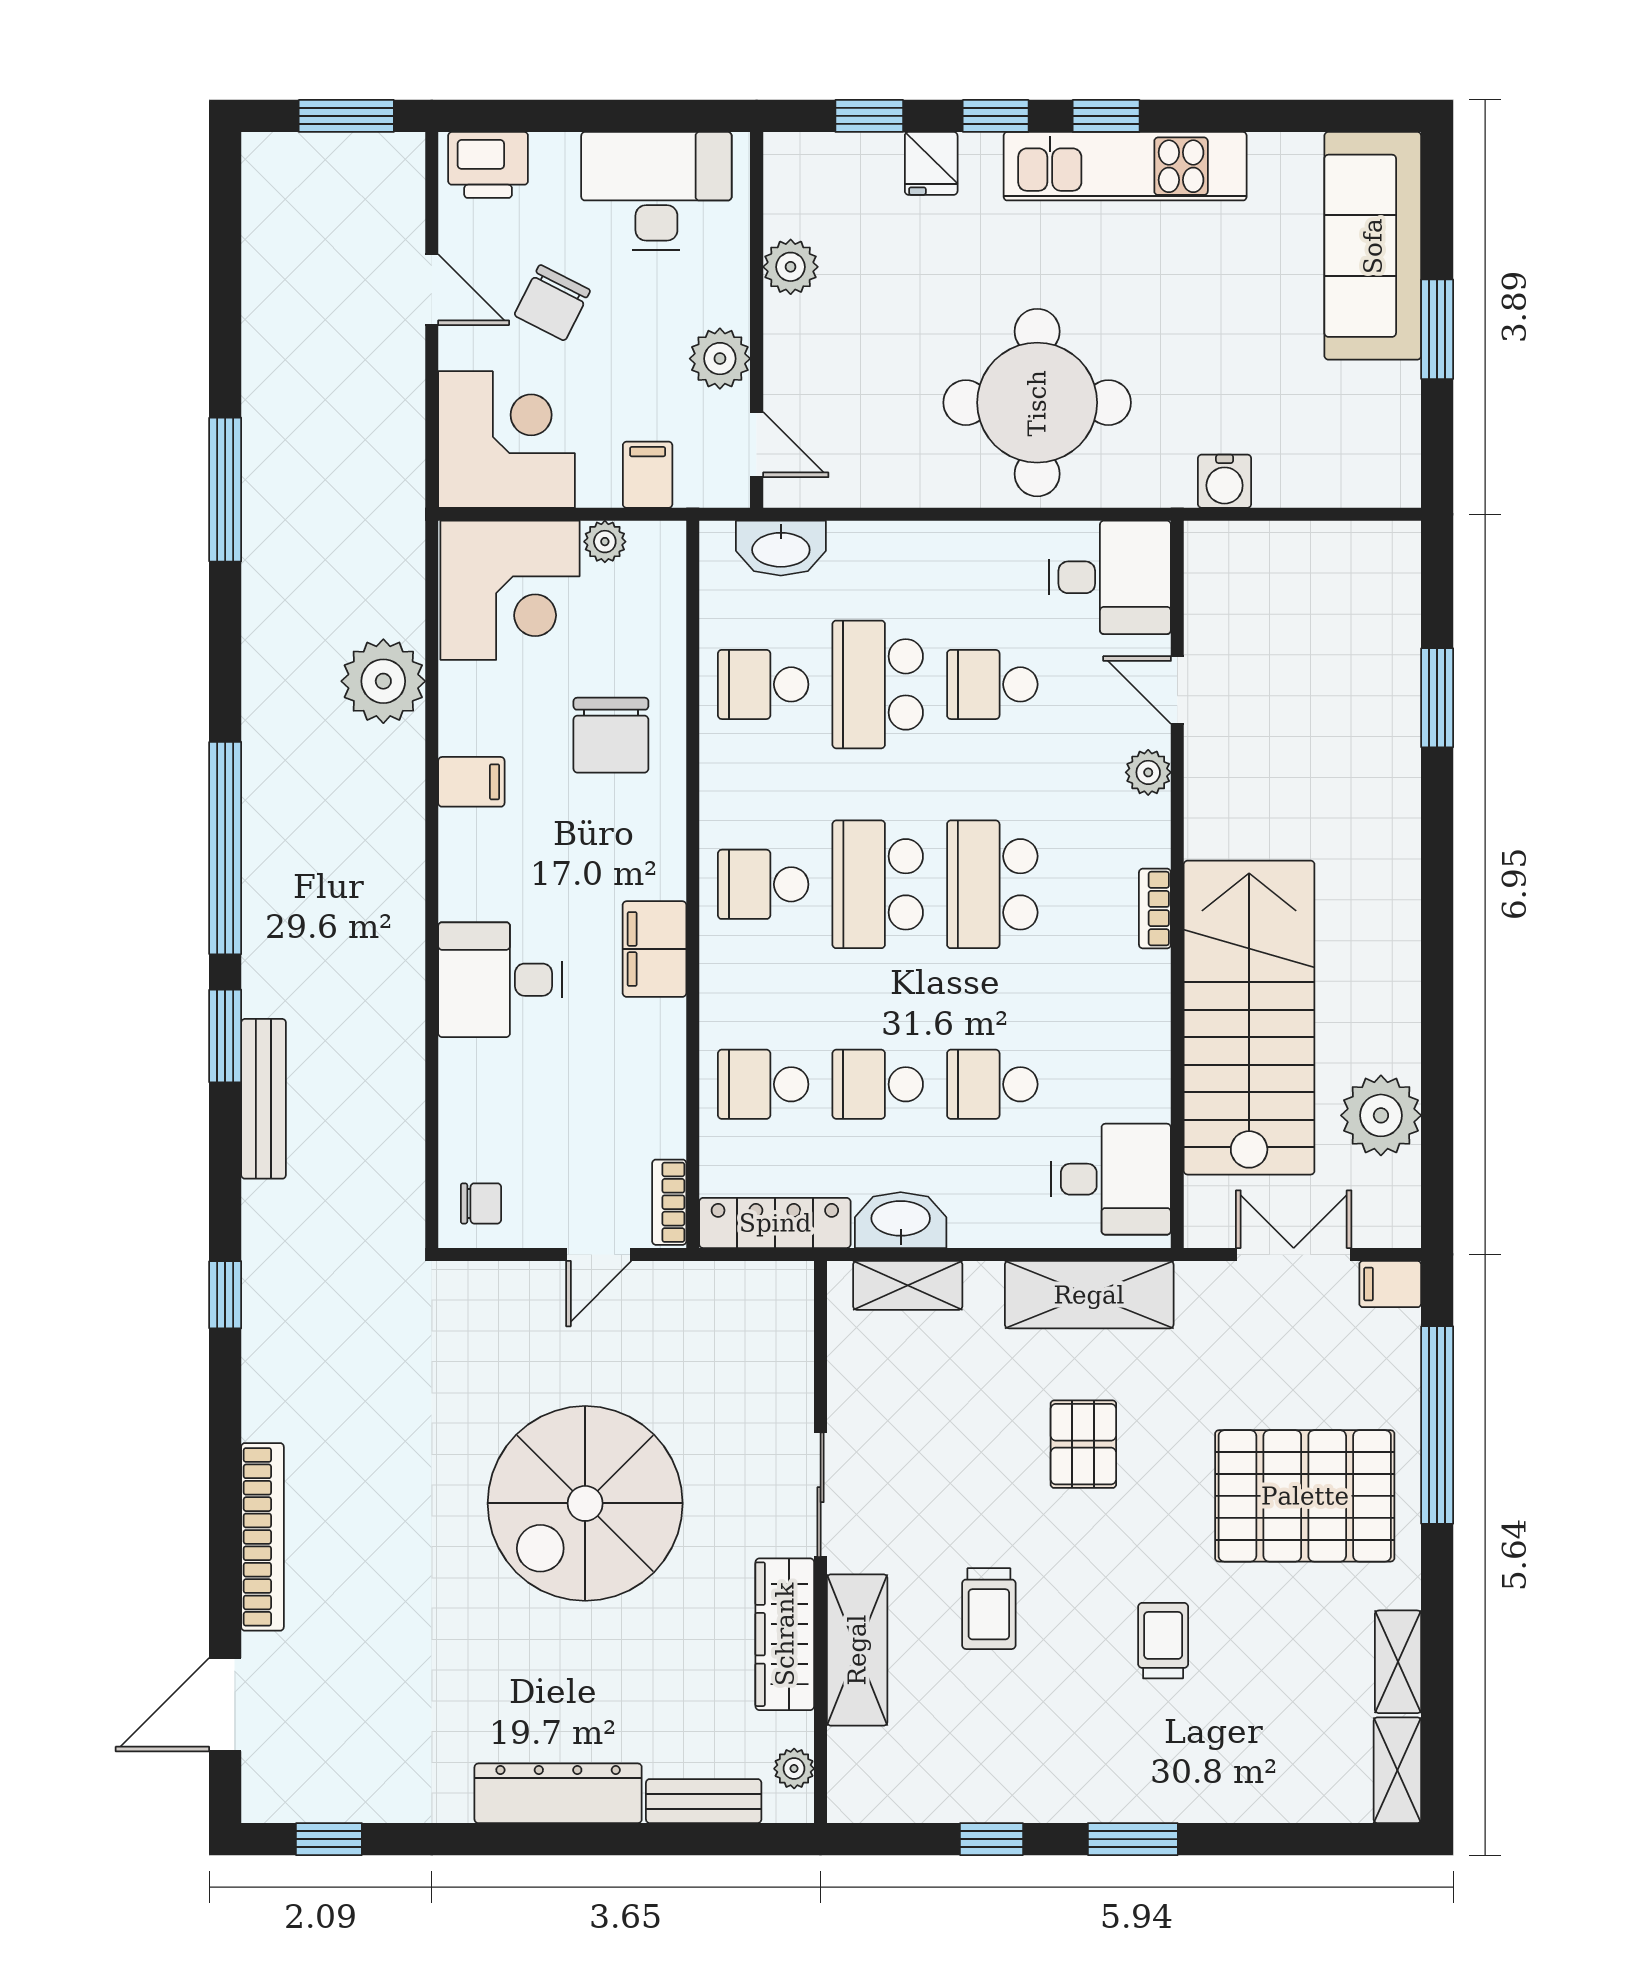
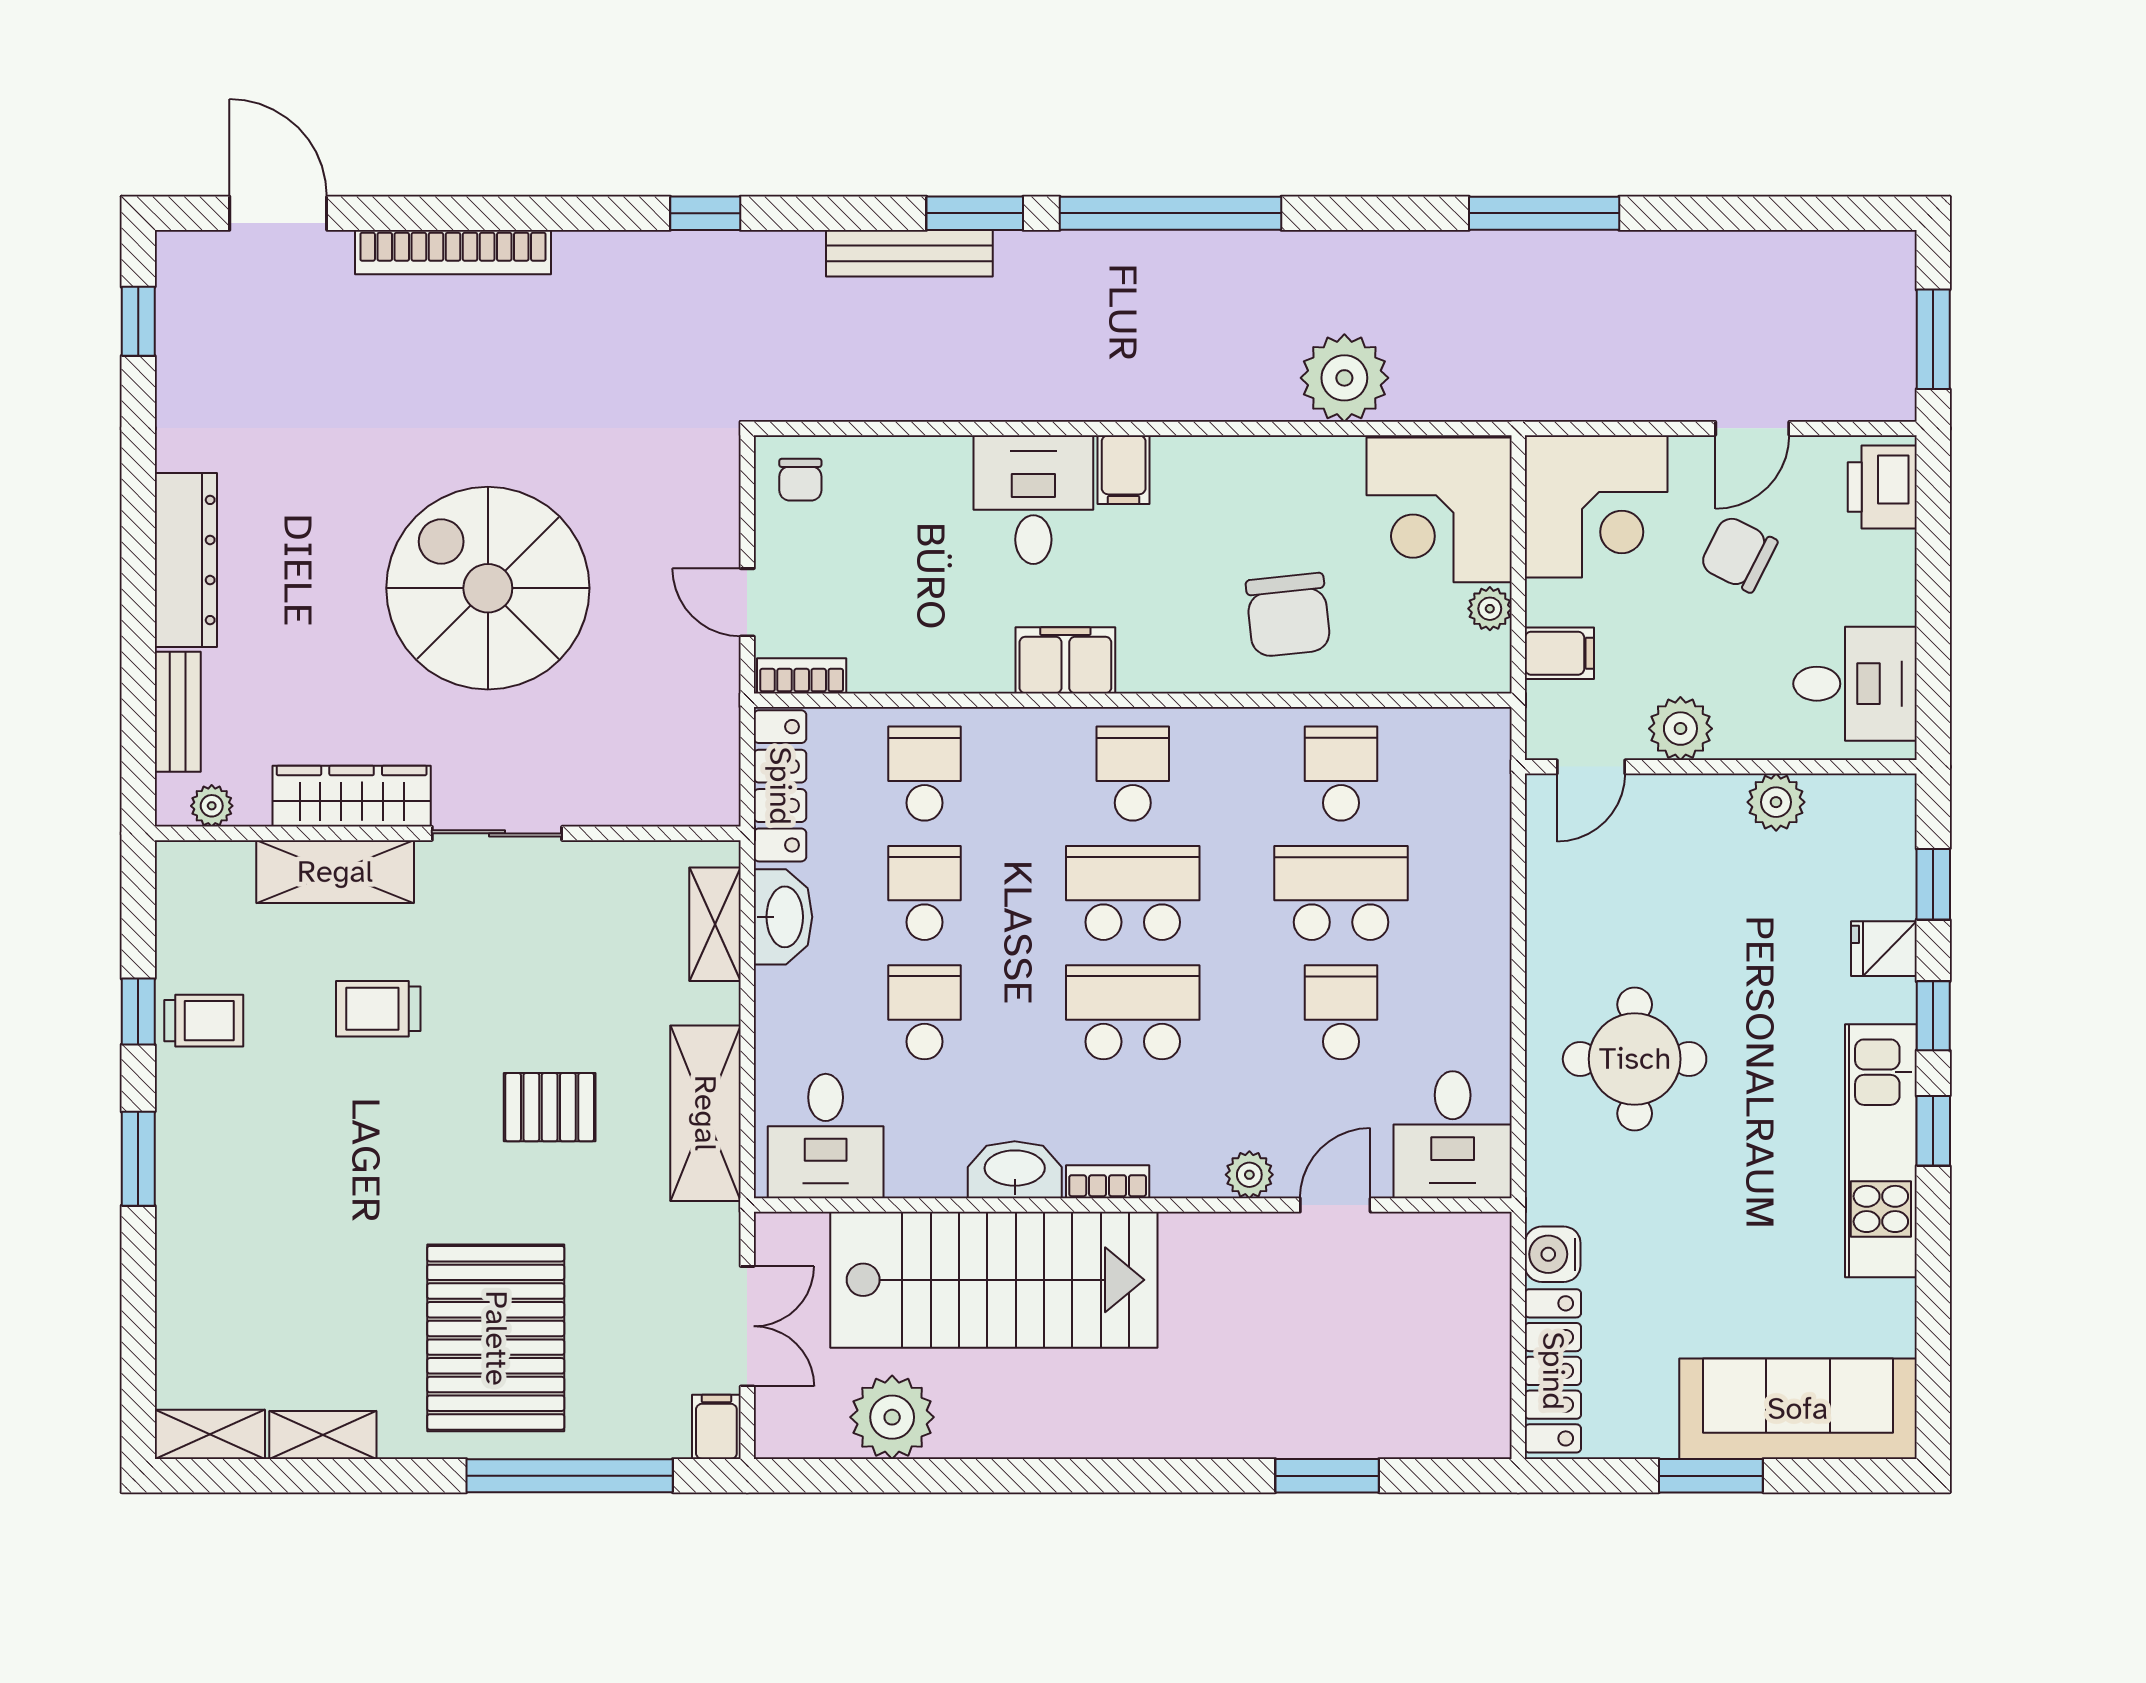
desk: (656, 191) -> (1855, 684), width x0.73
round table: (1037, 403) -> (1635, 1059), width x0.73, depth x0.73
locker: (1337, 481) -> (1553, 1371), added
washbasin: (781, 548) -> (1015, 1170), moved, turned 90
chair: (611, 735) -> (1288, 615), turned -96
filing cabinet: (471, 782) -> (1124, 470), moved
trolley: (1163, 1641) -> (204, 1021), moved

